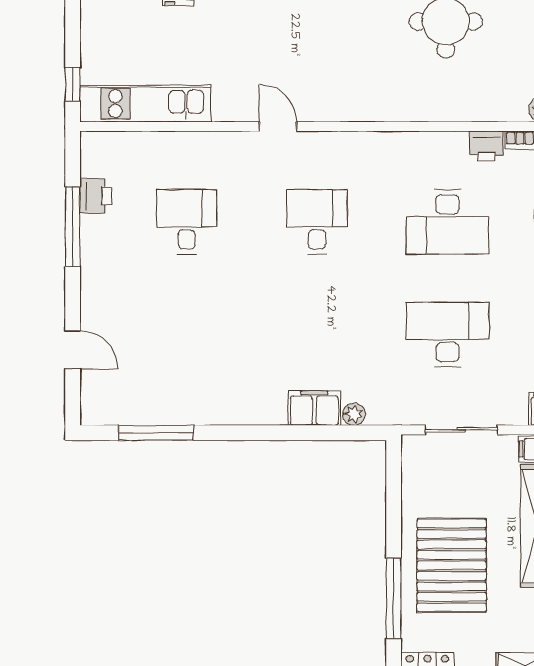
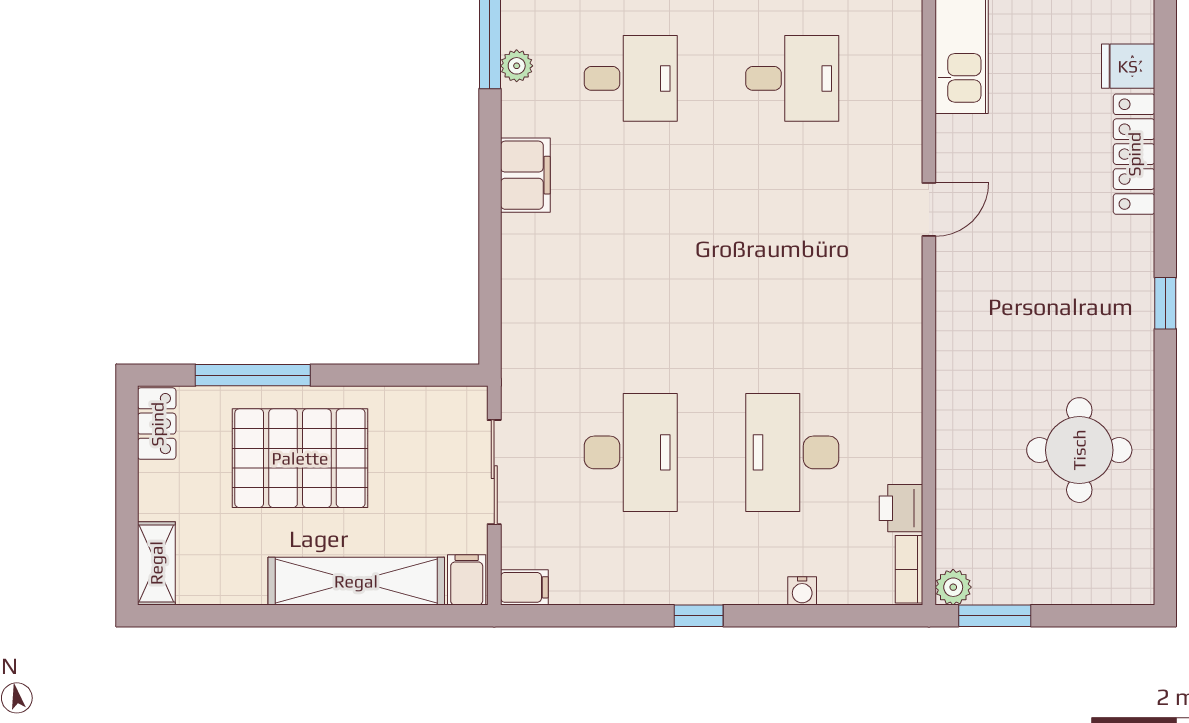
desk: (317, 222) -> (631, 78), moved
filing cabinet: (314, 408) -> (525, 175), moved
plant: (354, 414) -> (517, 66), moved

